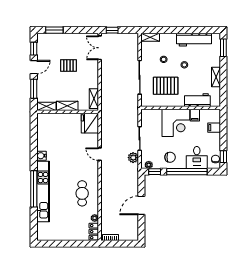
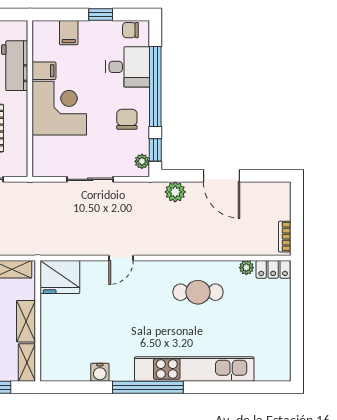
water cooler: (41, 156) -> (100, 372), moved
window: (223, 157) -> (101, 15), moved
plant: (133, 158) -> (175, 192), moved
window: (34, 189) -> (148, 387), moved

